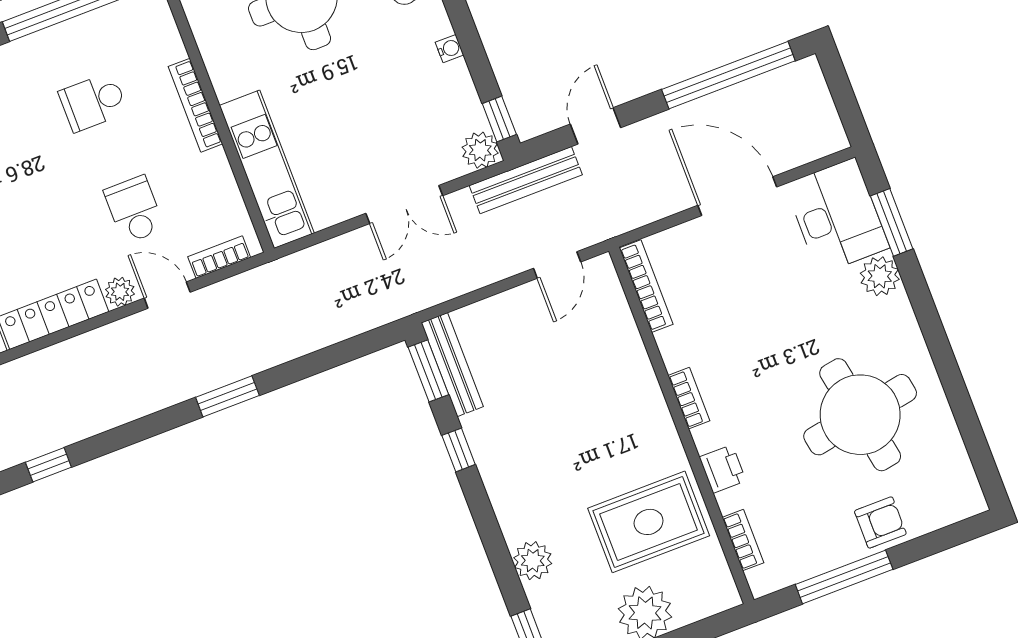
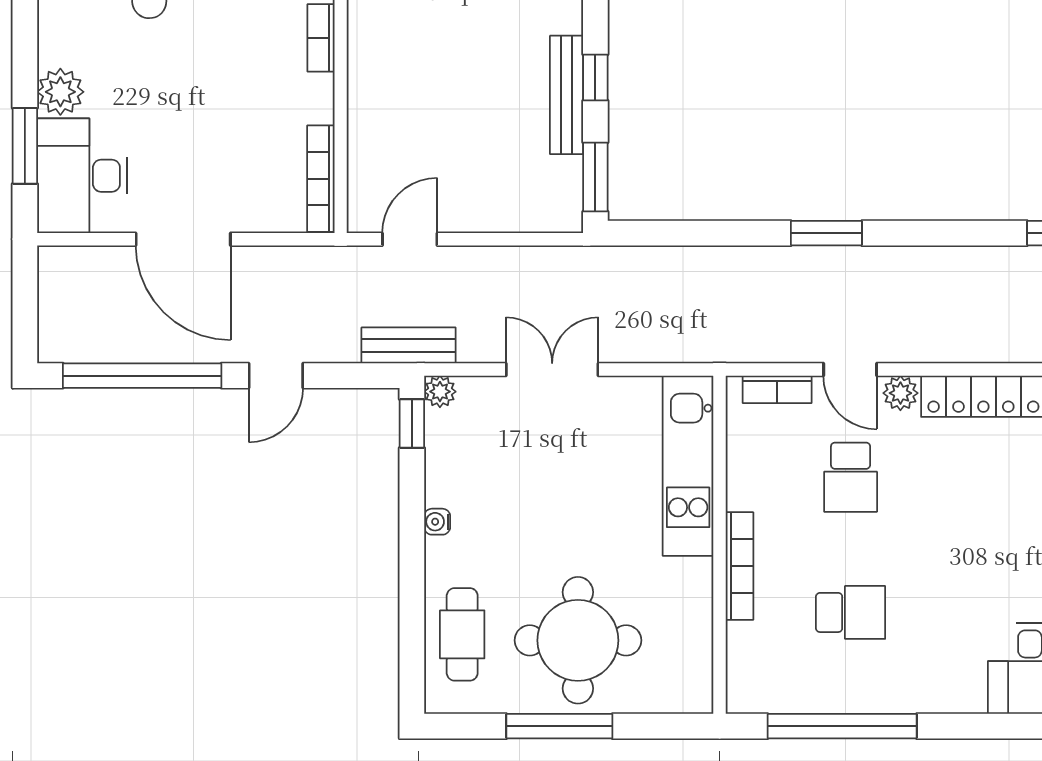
door: (596, 126) -> (276, 376), moved
plant: (480, 150) -> (440, 392), width x0.73, depth x0.73
bench: (526, 180) -> (409, 345), width x0.73
bench: (452, 365) -> (567, 95), moved

